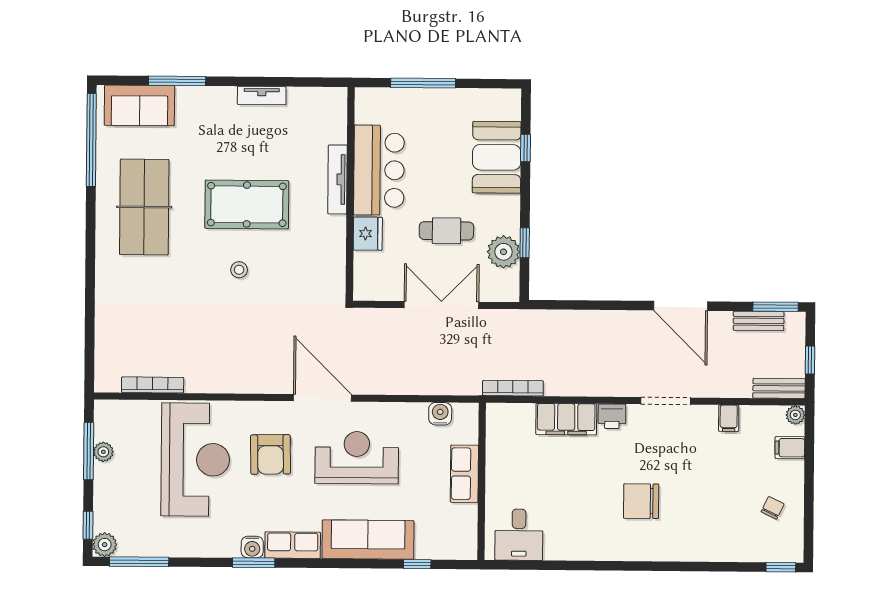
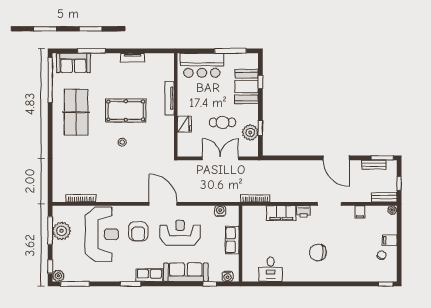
window: (423, 83) -> (230, 51), moved
bar counter: (379, 170) -> (202, 65), moved, turned 90
filing cabinet: (790, 448) -> (390, 240), moved
plant: (103, 452) -> (62, 231), width x1.87, depth x1.87
desk: (519, 535) -> (271, 269), moved
water cooler: (252, 547) -> (227, 276), moved

